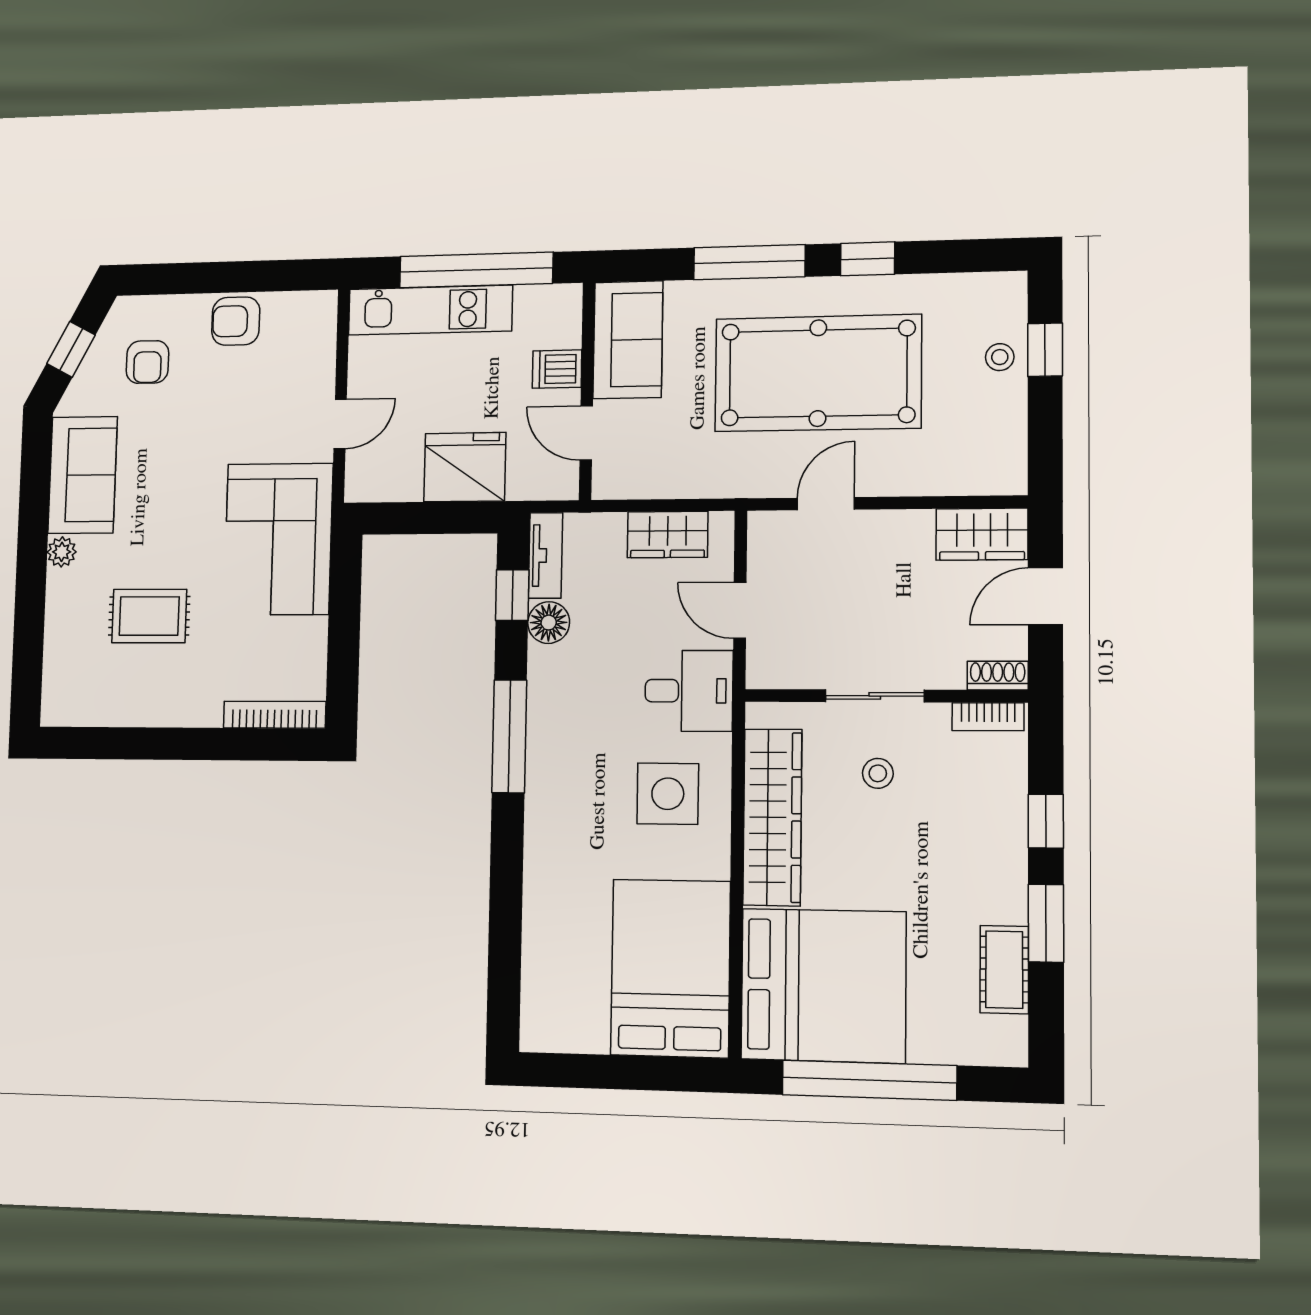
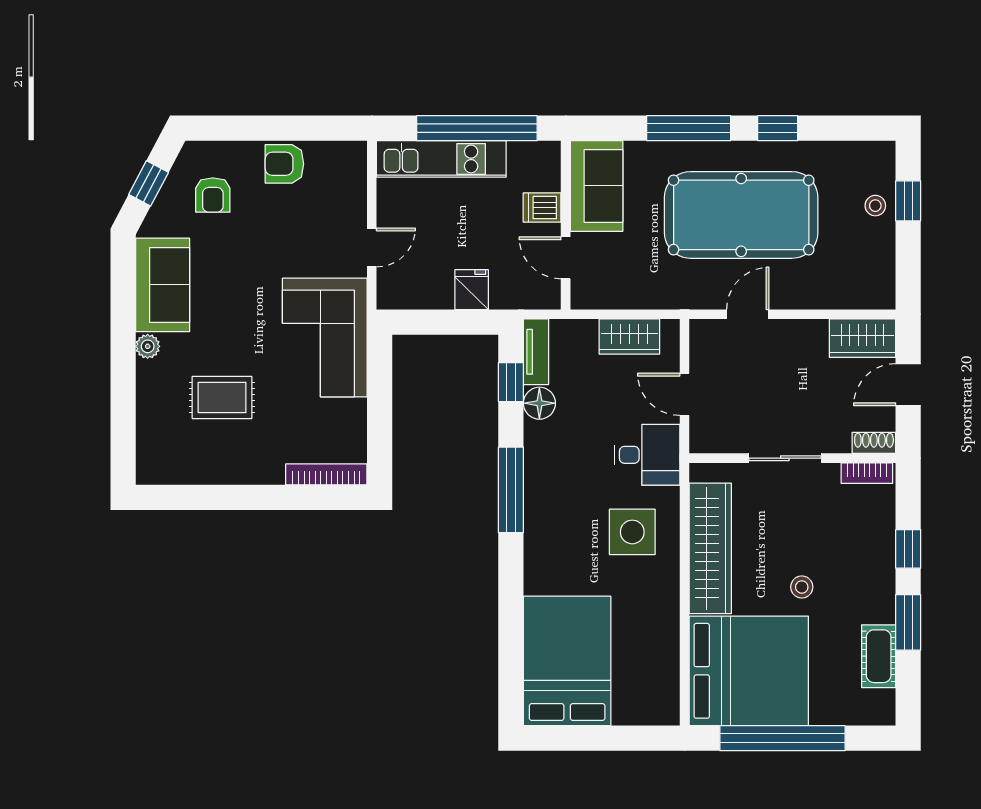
fridge: (465, 467) -> (472, 290), width x0.53, depth x0.75
stool: (878, 773) -> (802, 587), moved
bed: (671, 968) -> (567, 661), moved

